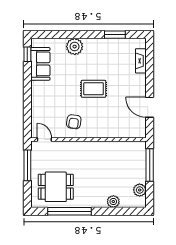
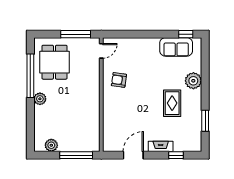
fireplace: (141, 61) -> (161, 146), moved
window: (150, 64) -> (176, 155), added
rug: (94, 89) -> (172, 103), moved
plant: (113, 202) -> (40, 99), moved

